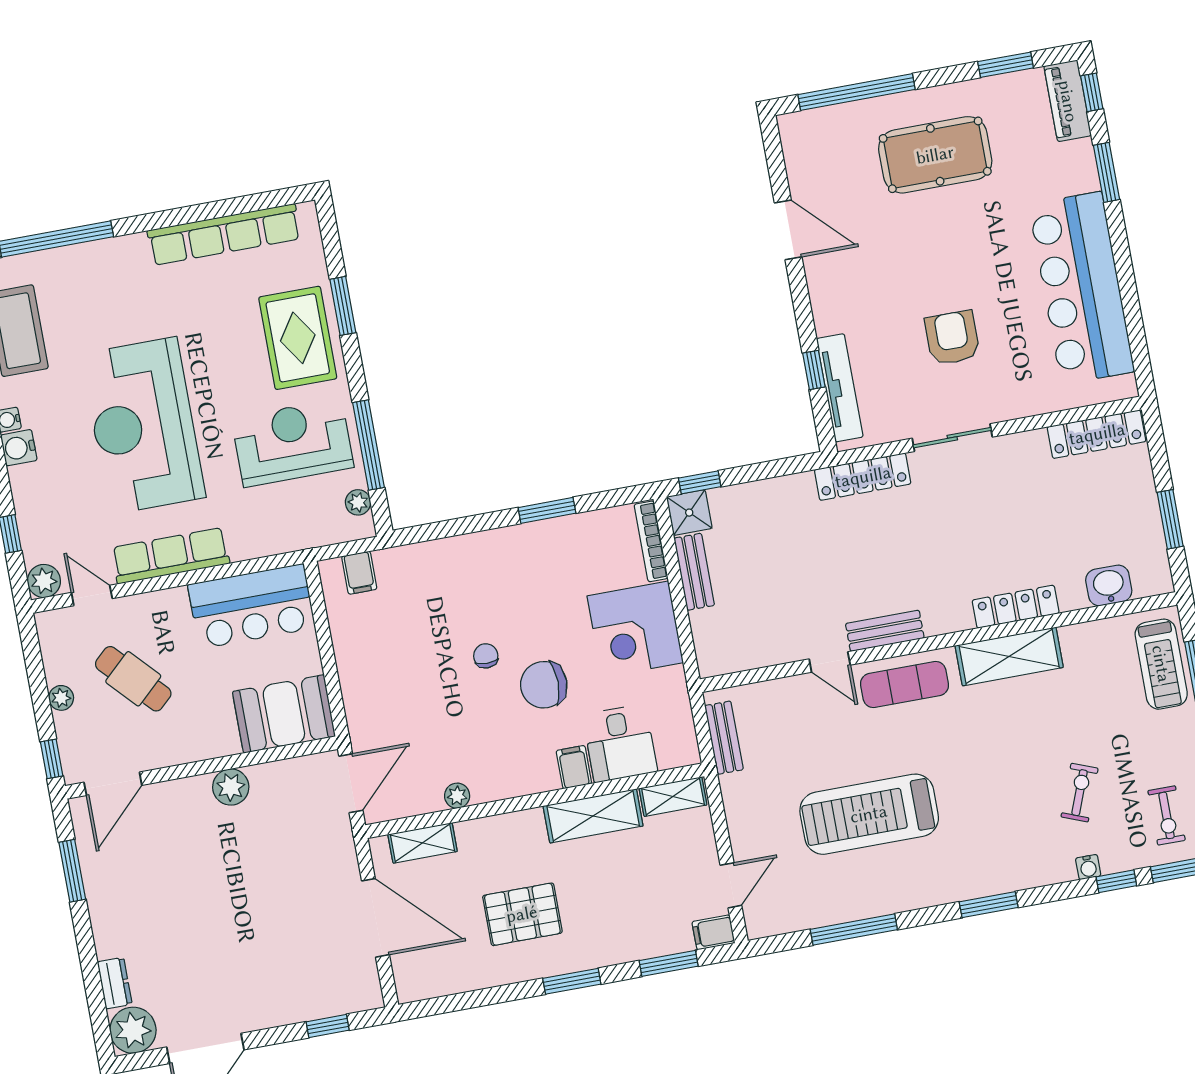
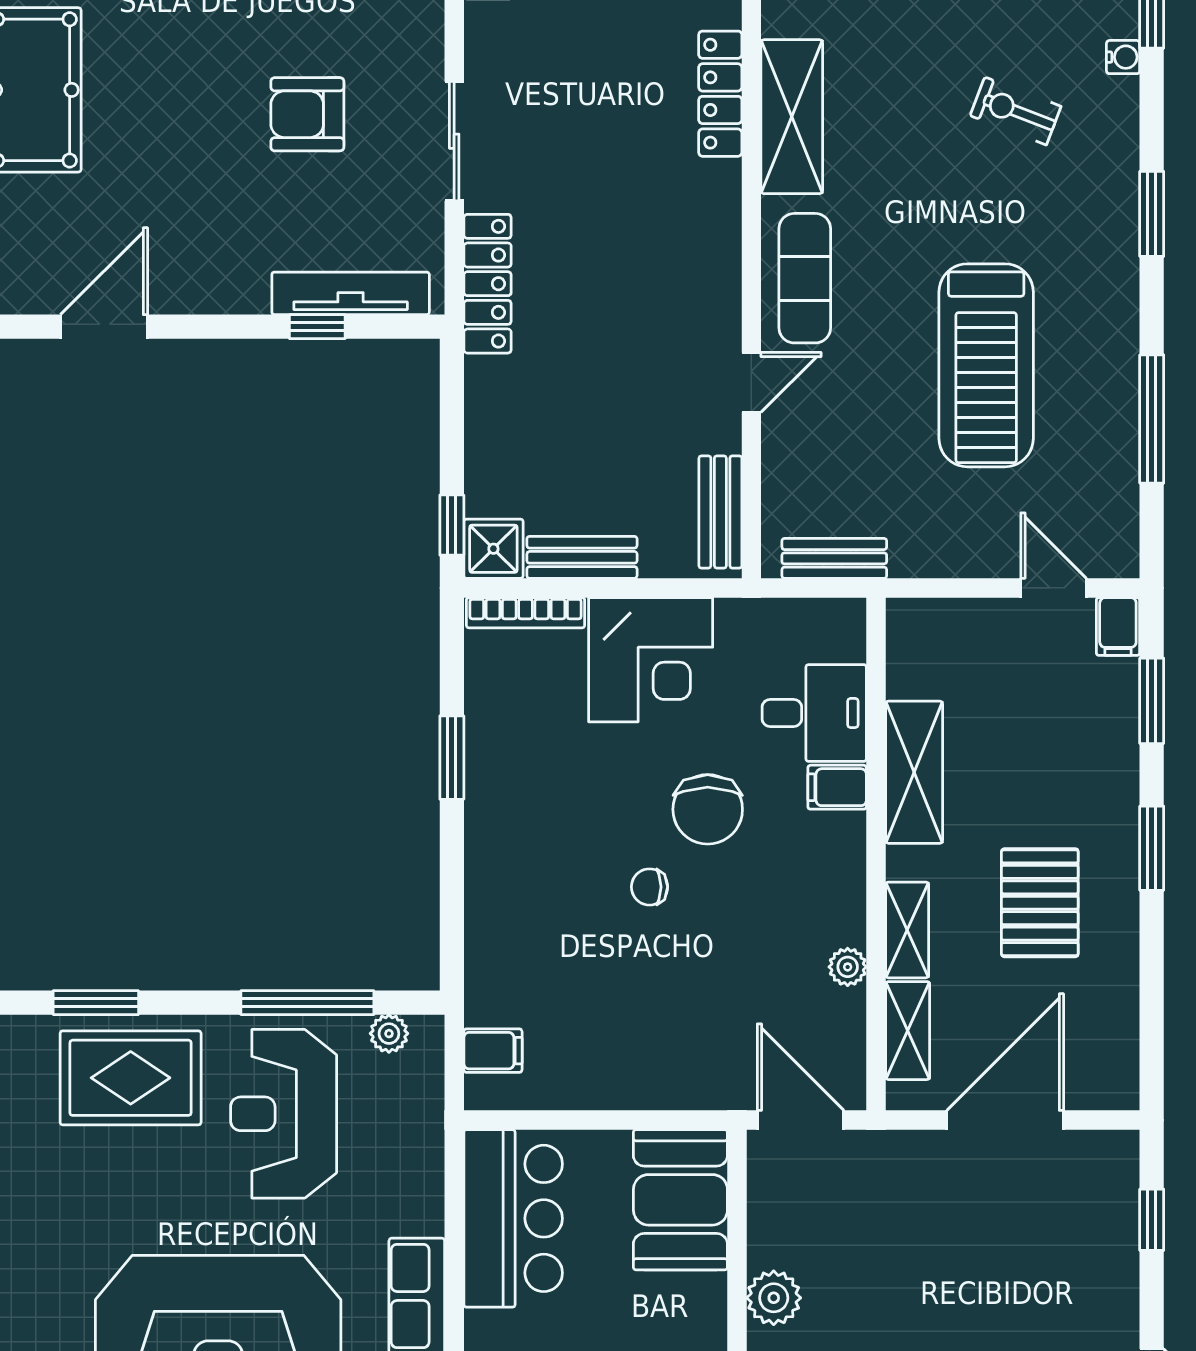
bench: (885, 631) -> (720, 512), moved
exercise bike: (1080, 793) -> (1016, 111), moved
shelving: (673, 797) -> (907, 930), moved

